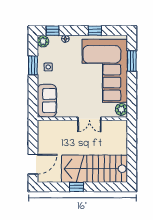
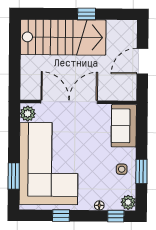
double door: (89, 119) -> (69, 102), width x1.87
door: (33, 164) -> (142, 61), moved

